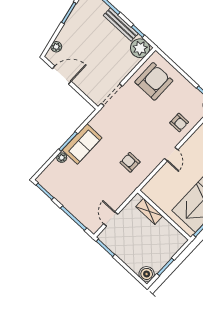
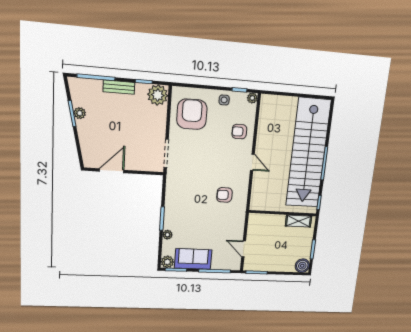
bench: (121, 24) -> (119, 87), width x0.73
plant: (56, 47) -> (80, 113), moved
side table: (186, 90) -> (224, 100), added
armchair: (179, 122) -> (239, 132), turned 180
sofa: (82, 144) -> (193, 259), moved, turned -90
plant: (44, 179) -> (167, 262), added
shelving: (149, 211) -> (298, 221), moved

